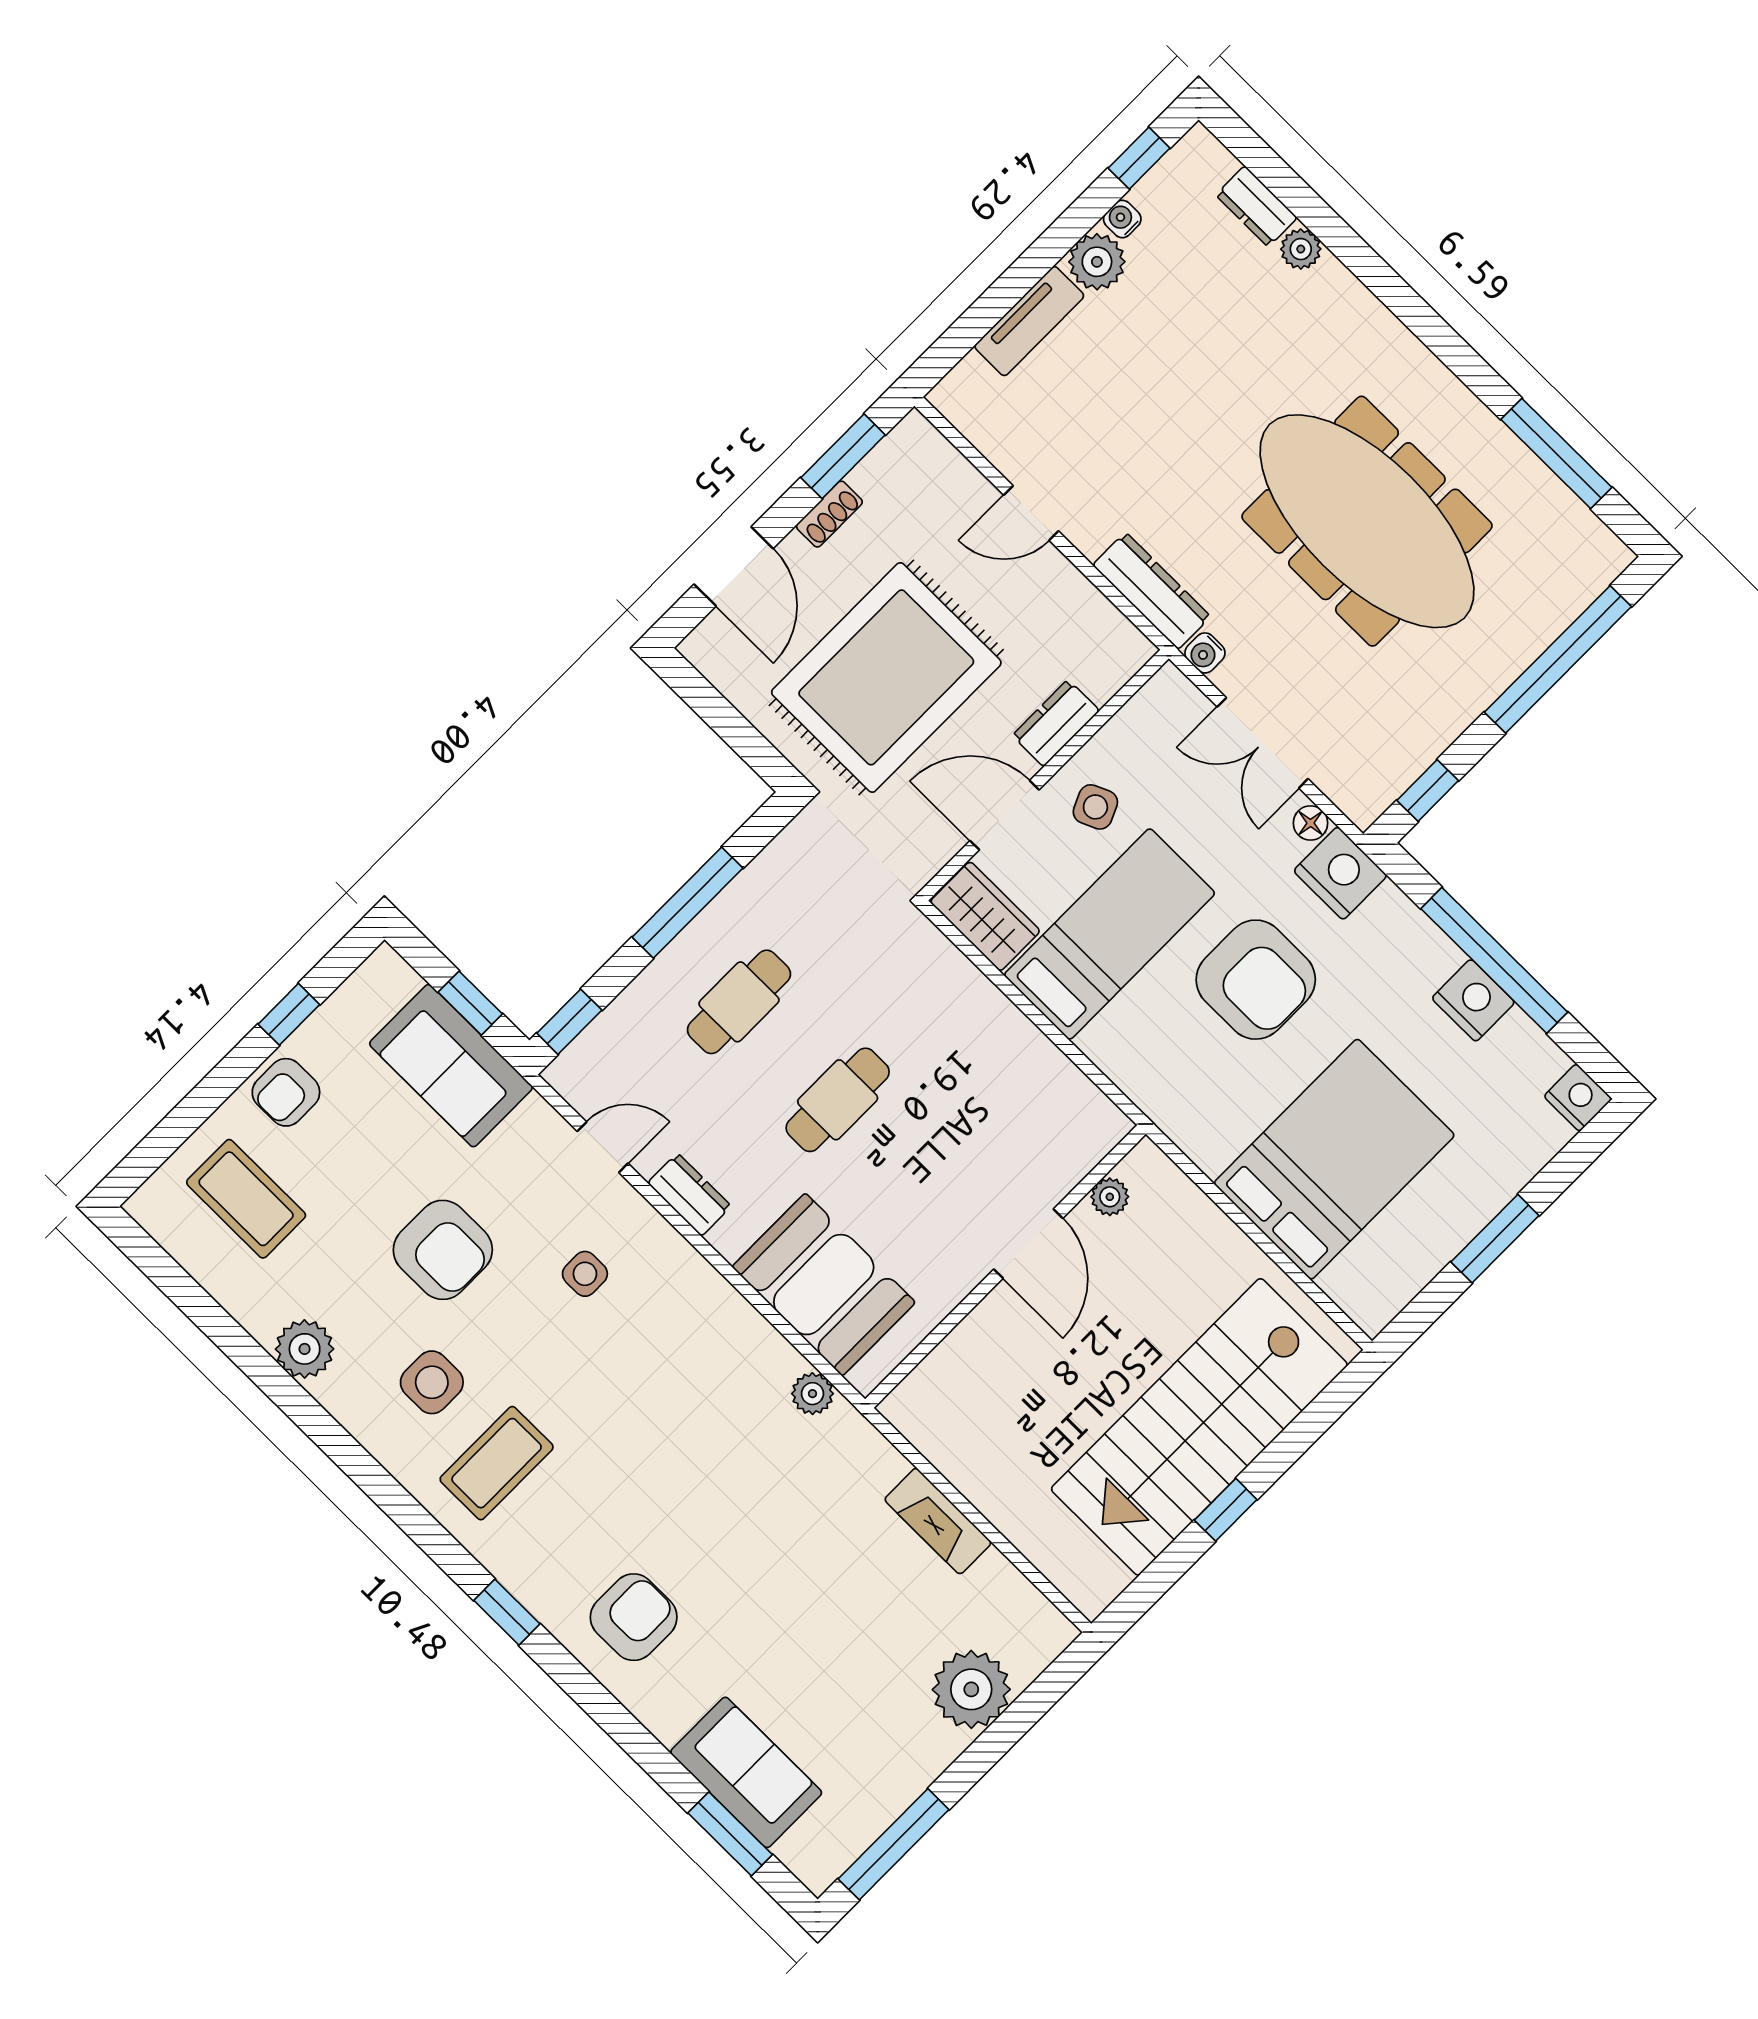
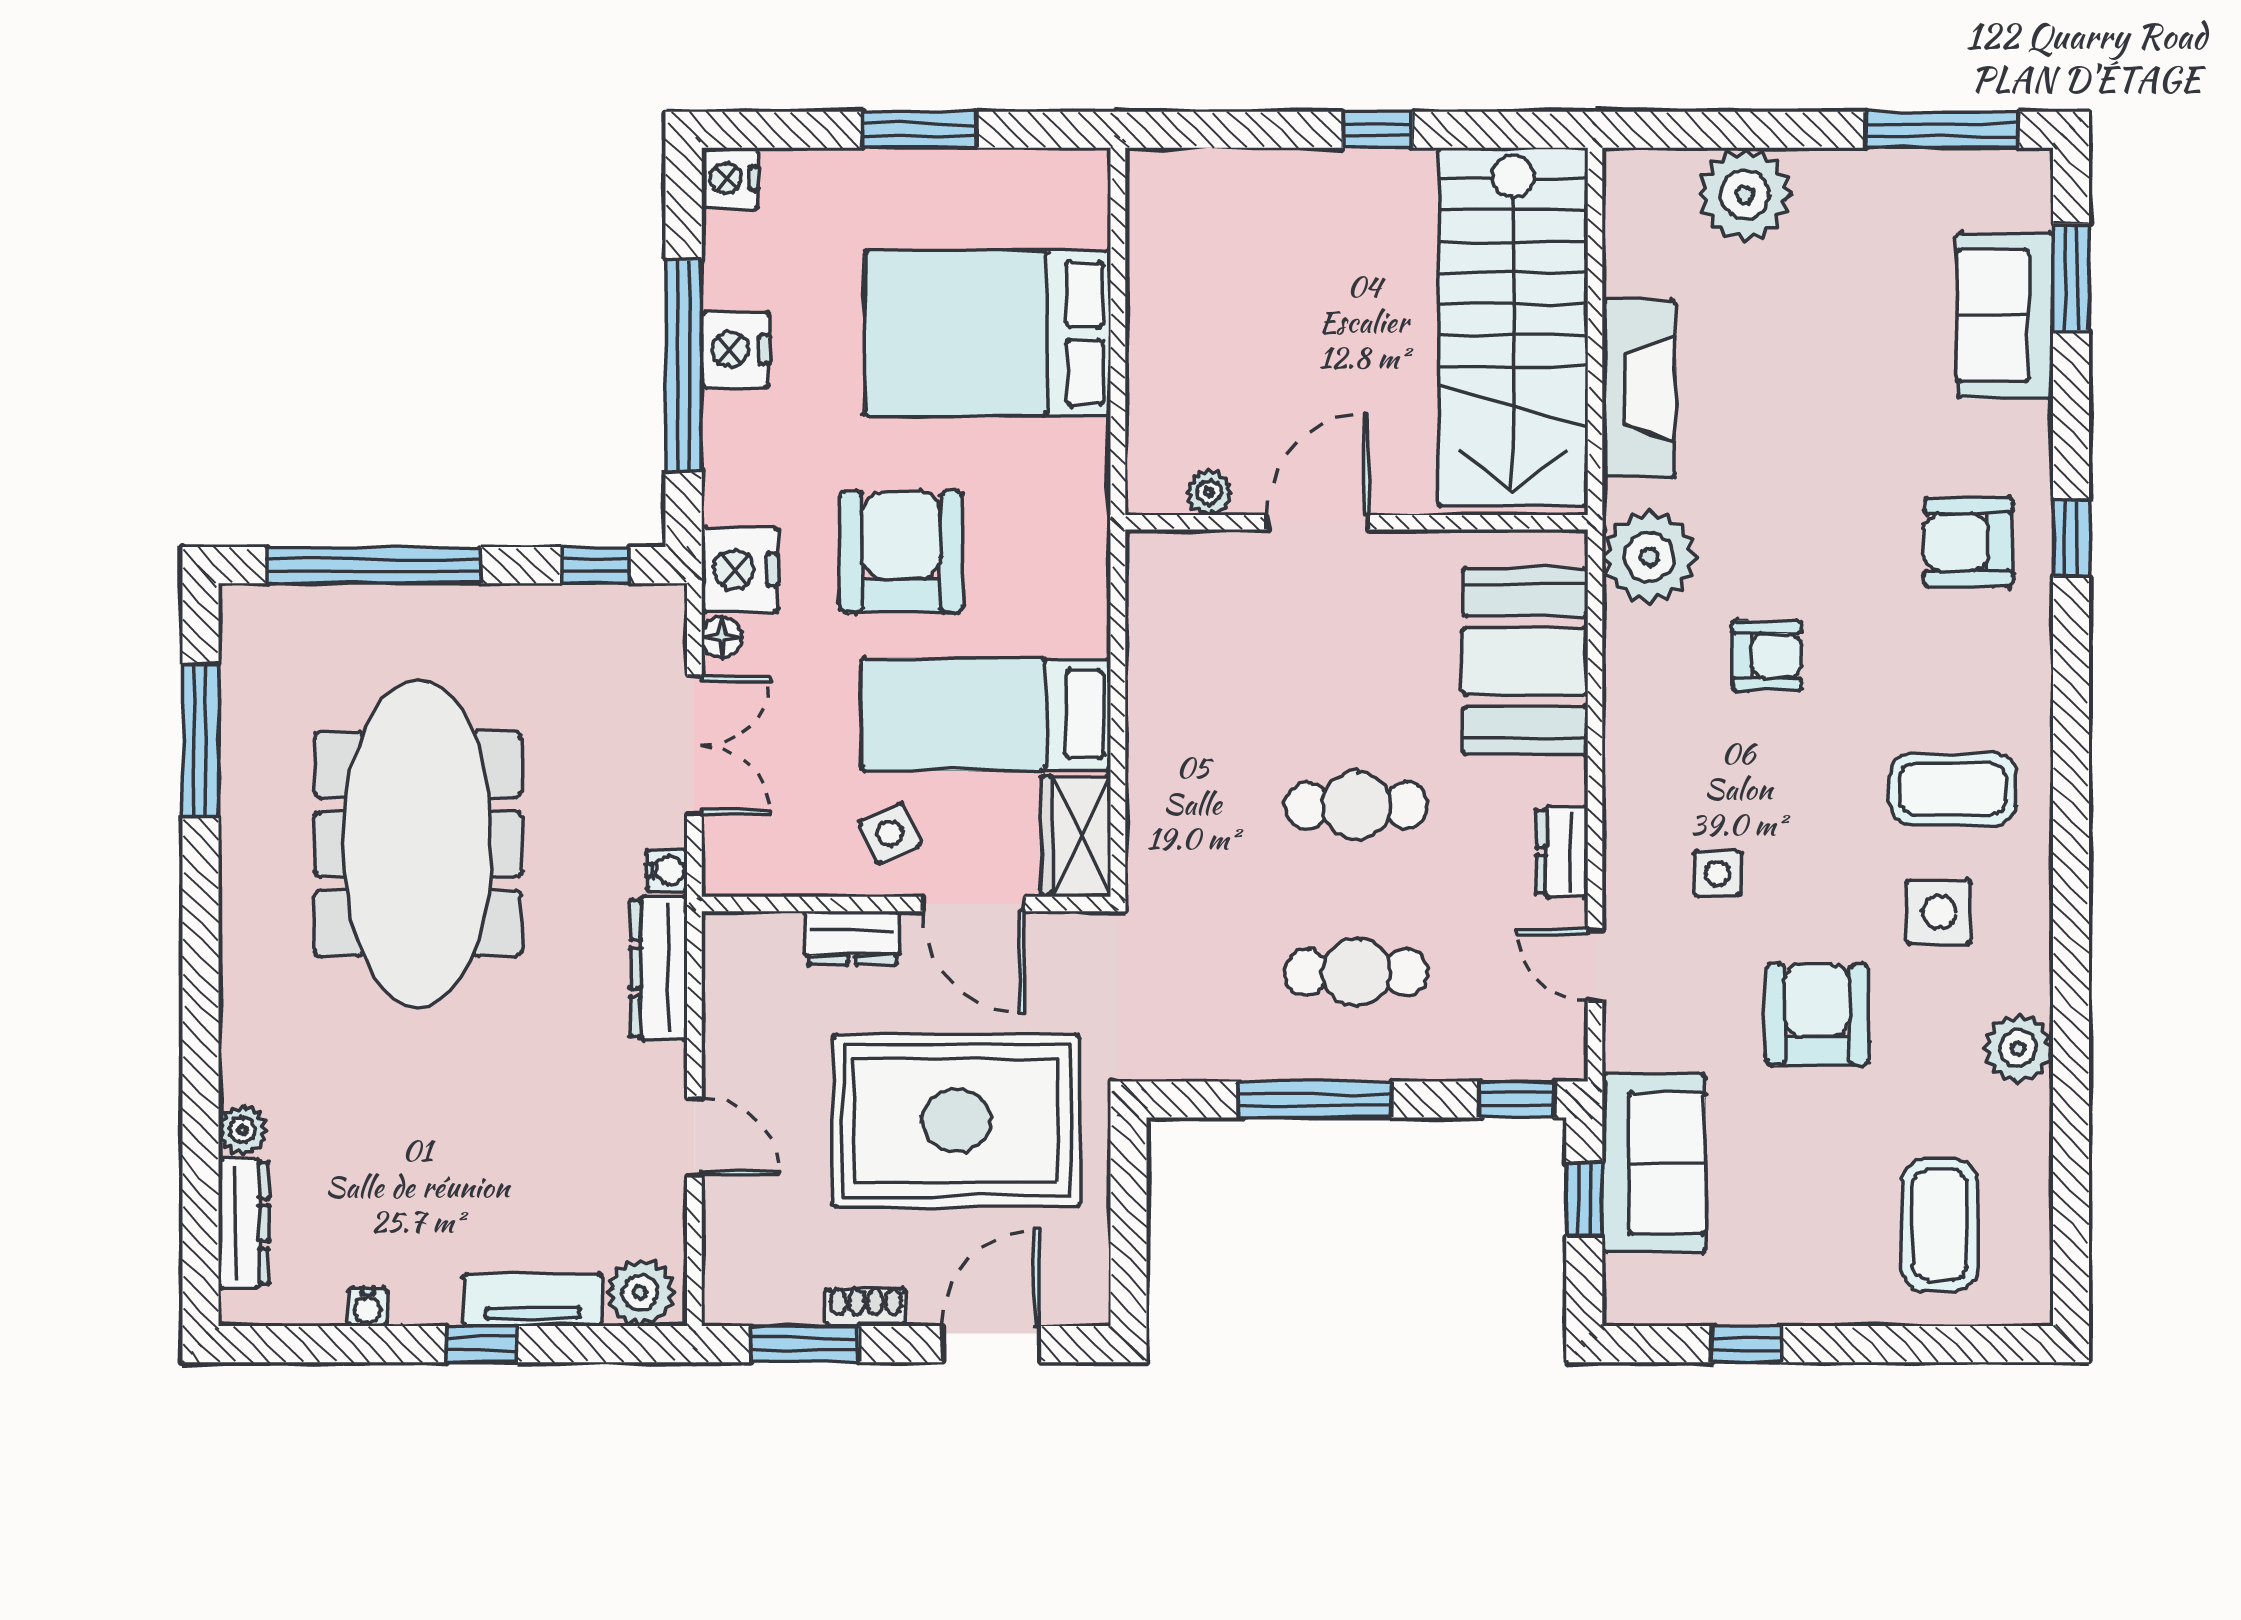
window: (1139, 158) -> (482, 1344), moved
dresser: (1256, 206) -> (244, 1223), width x1.44
plant: (1097, 262) -> (640, 1292), moved
armchair: (286, 1092) -> (1767, 656), moved
plant: (812, 1394) -> (1649, 557), width x1.87, depth x1.87
stairs: (1199, 1427) -> (1513, 327), moved, turned 90
fireplace: (938, 1521) -> (1639, 389), width x1.37, depth x1.32
window: (507, 1612) -> (2071, 538), moved

